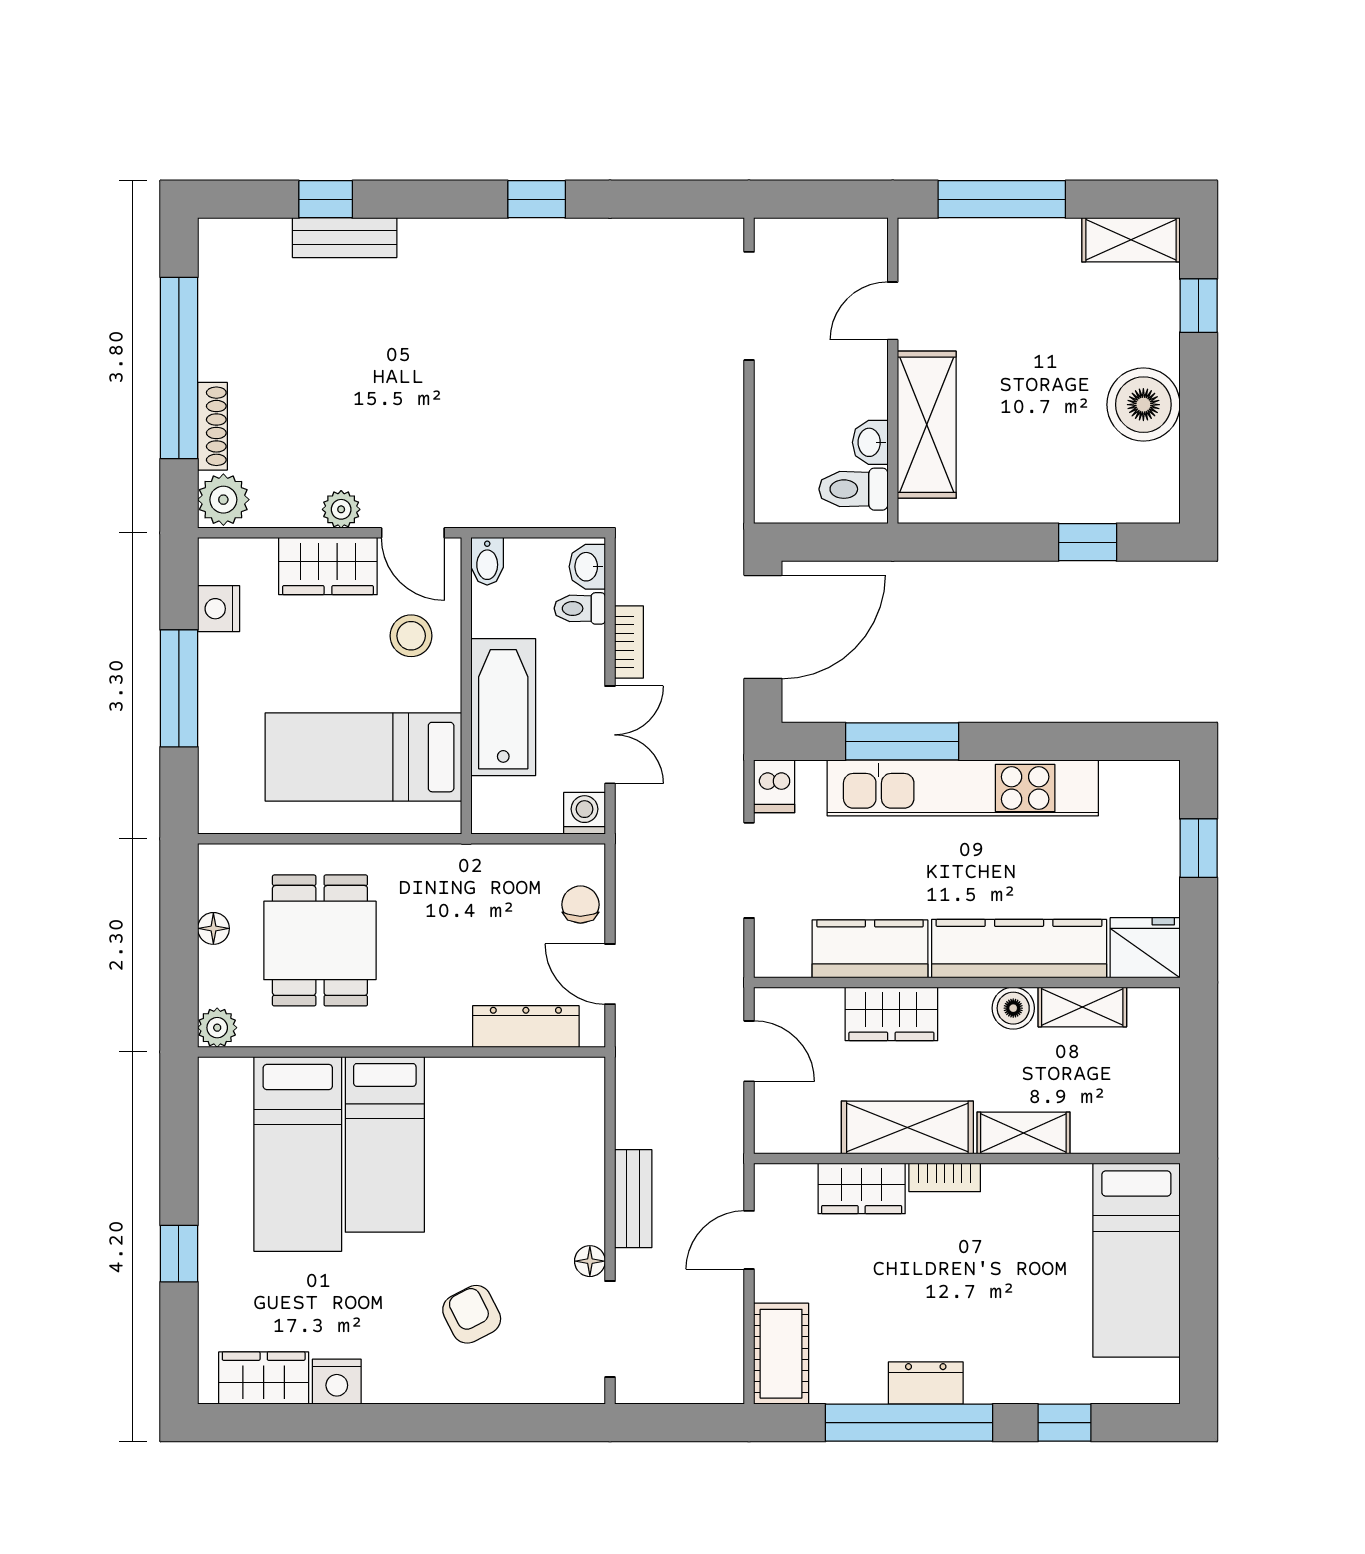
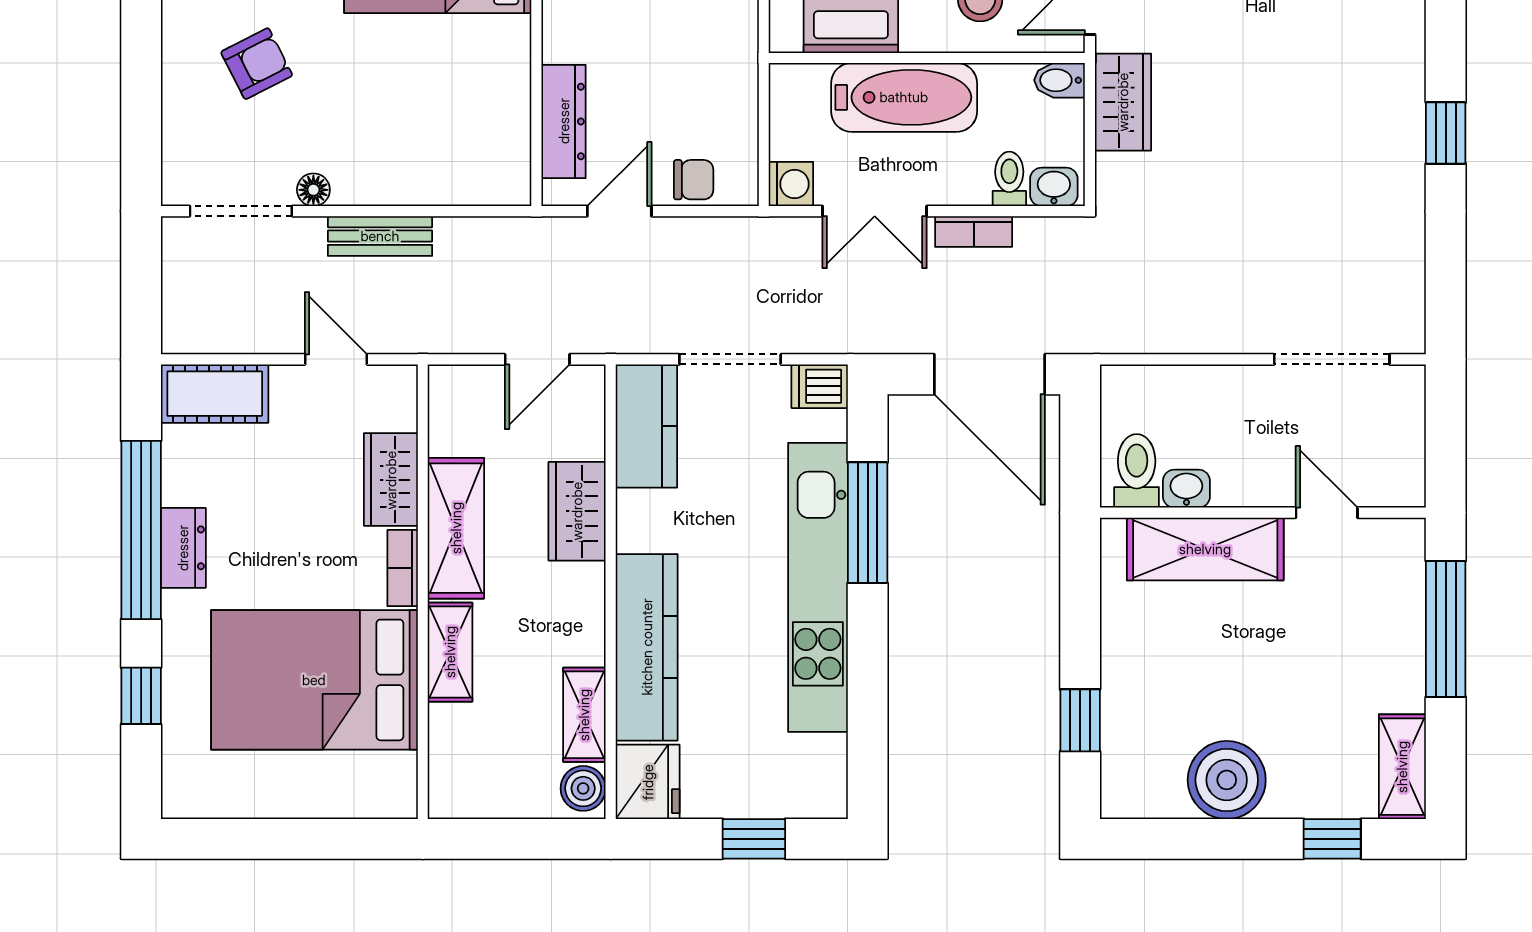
wardrobe: (508, 502) -> (1123, 102), added
kitchen counter: (870, 949) -> (646, 426), moved
boiler: (1013, 1008) -> (583, 788), moved
bed: (1136, 1260) -> (314, 680), moved, width x1.50

